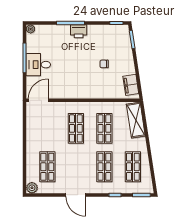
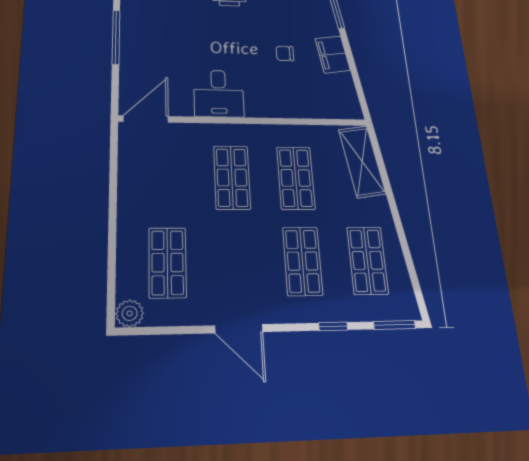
desk: (38, 65) -> (219, 94), moved, turned -90
filing cabinet: (131, 85) -> (333, 54), moved

